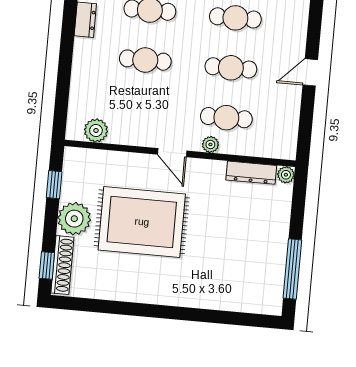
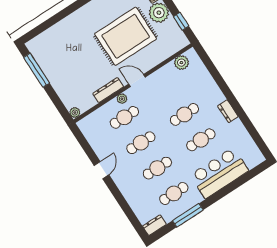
dresser: (251, 173) -> (108, 90), moved

